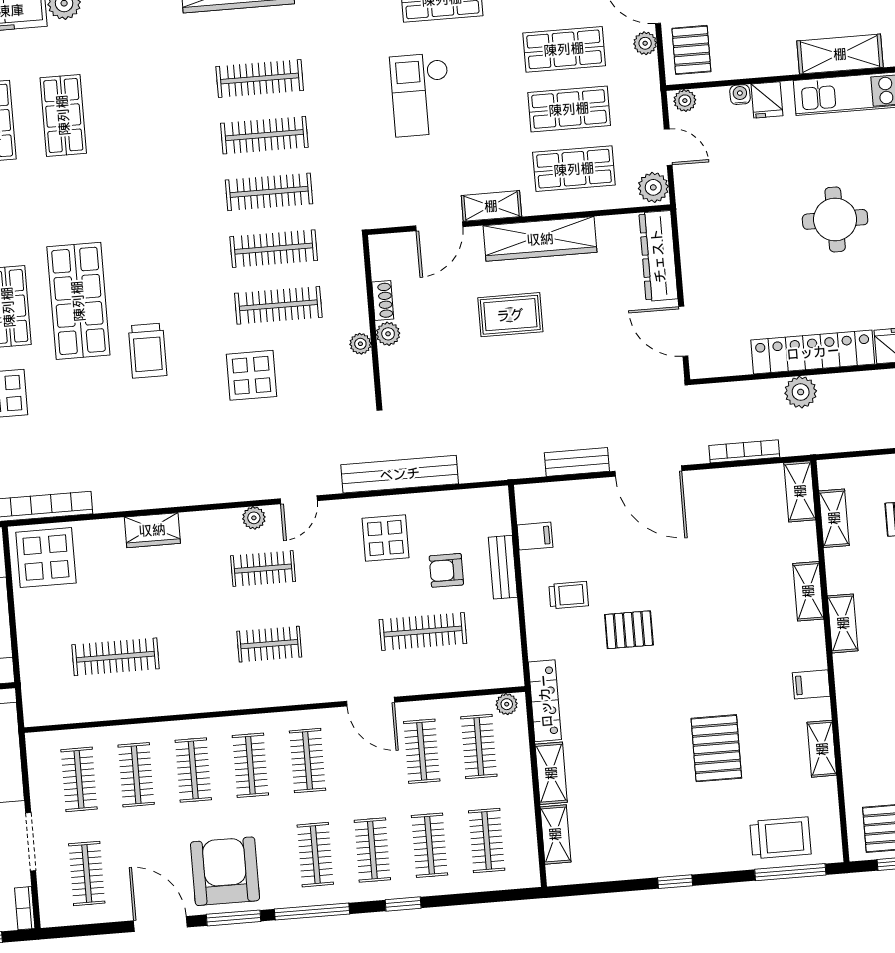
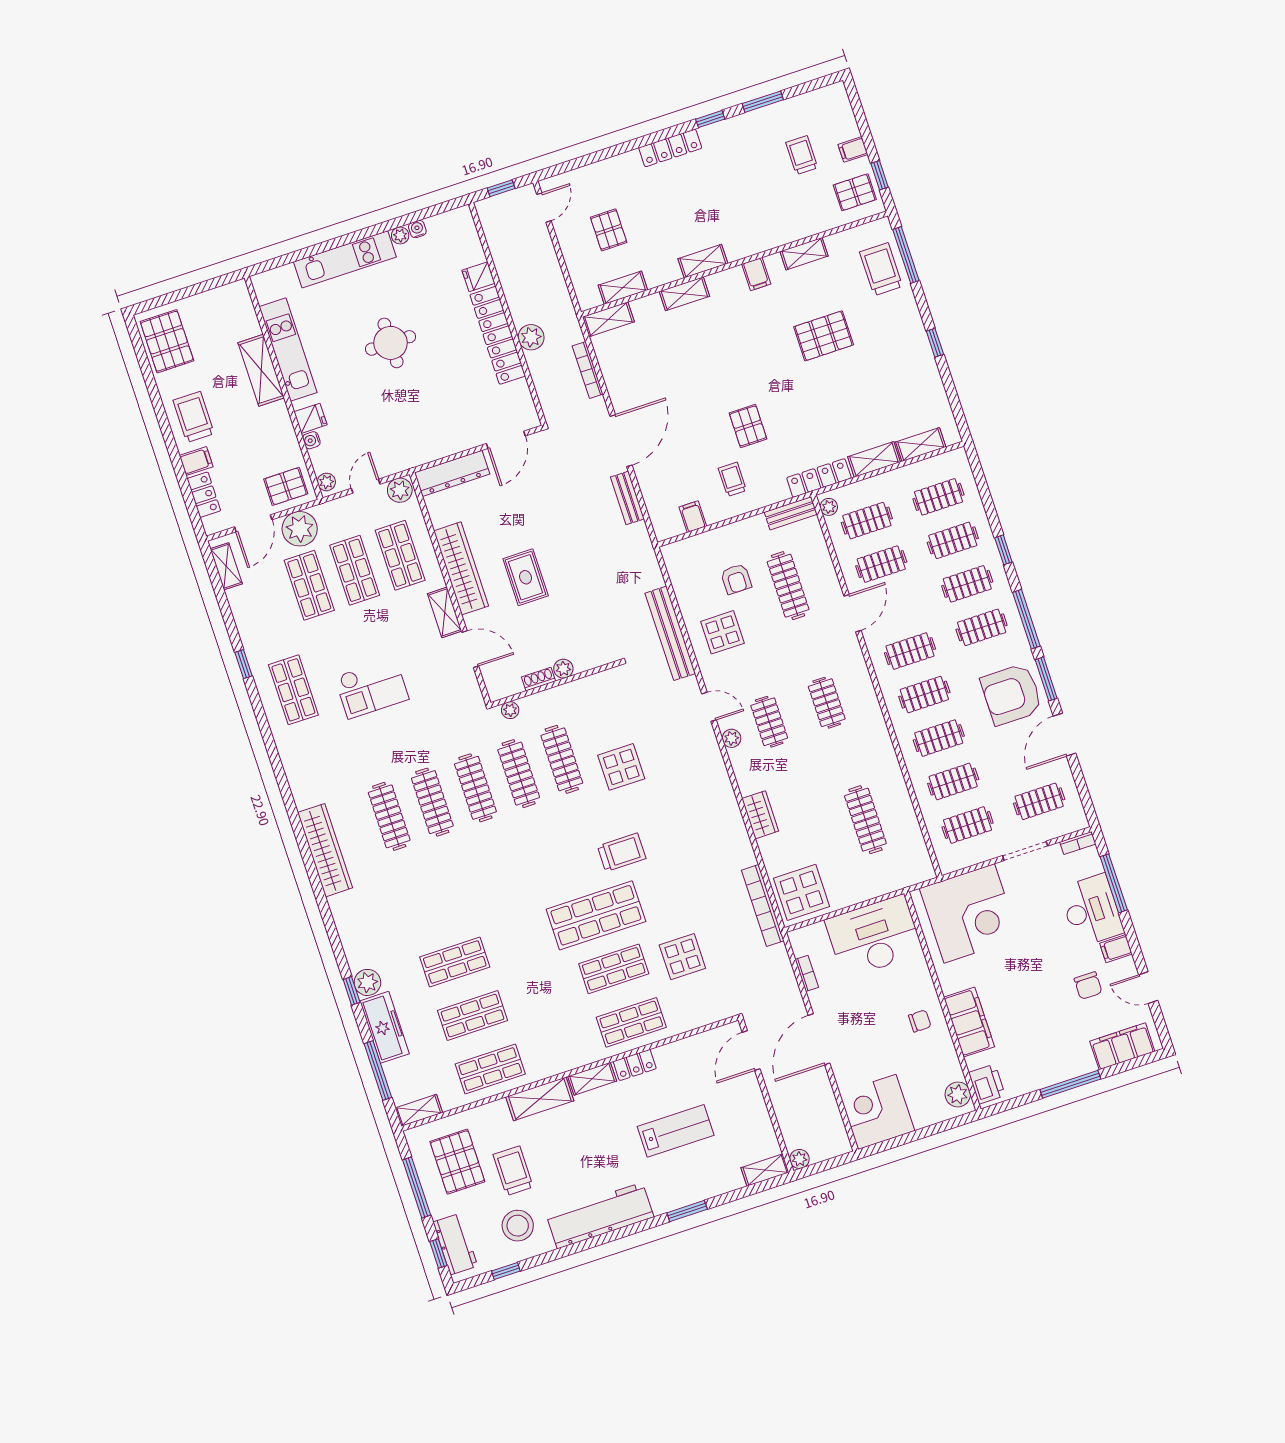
plant: (645, 43) -> (300, 529), width x1.87, depth x1.87
plant: (360, 344) -> (510, 710), moved
bench: (503, 567) -> (791, 513), moved

